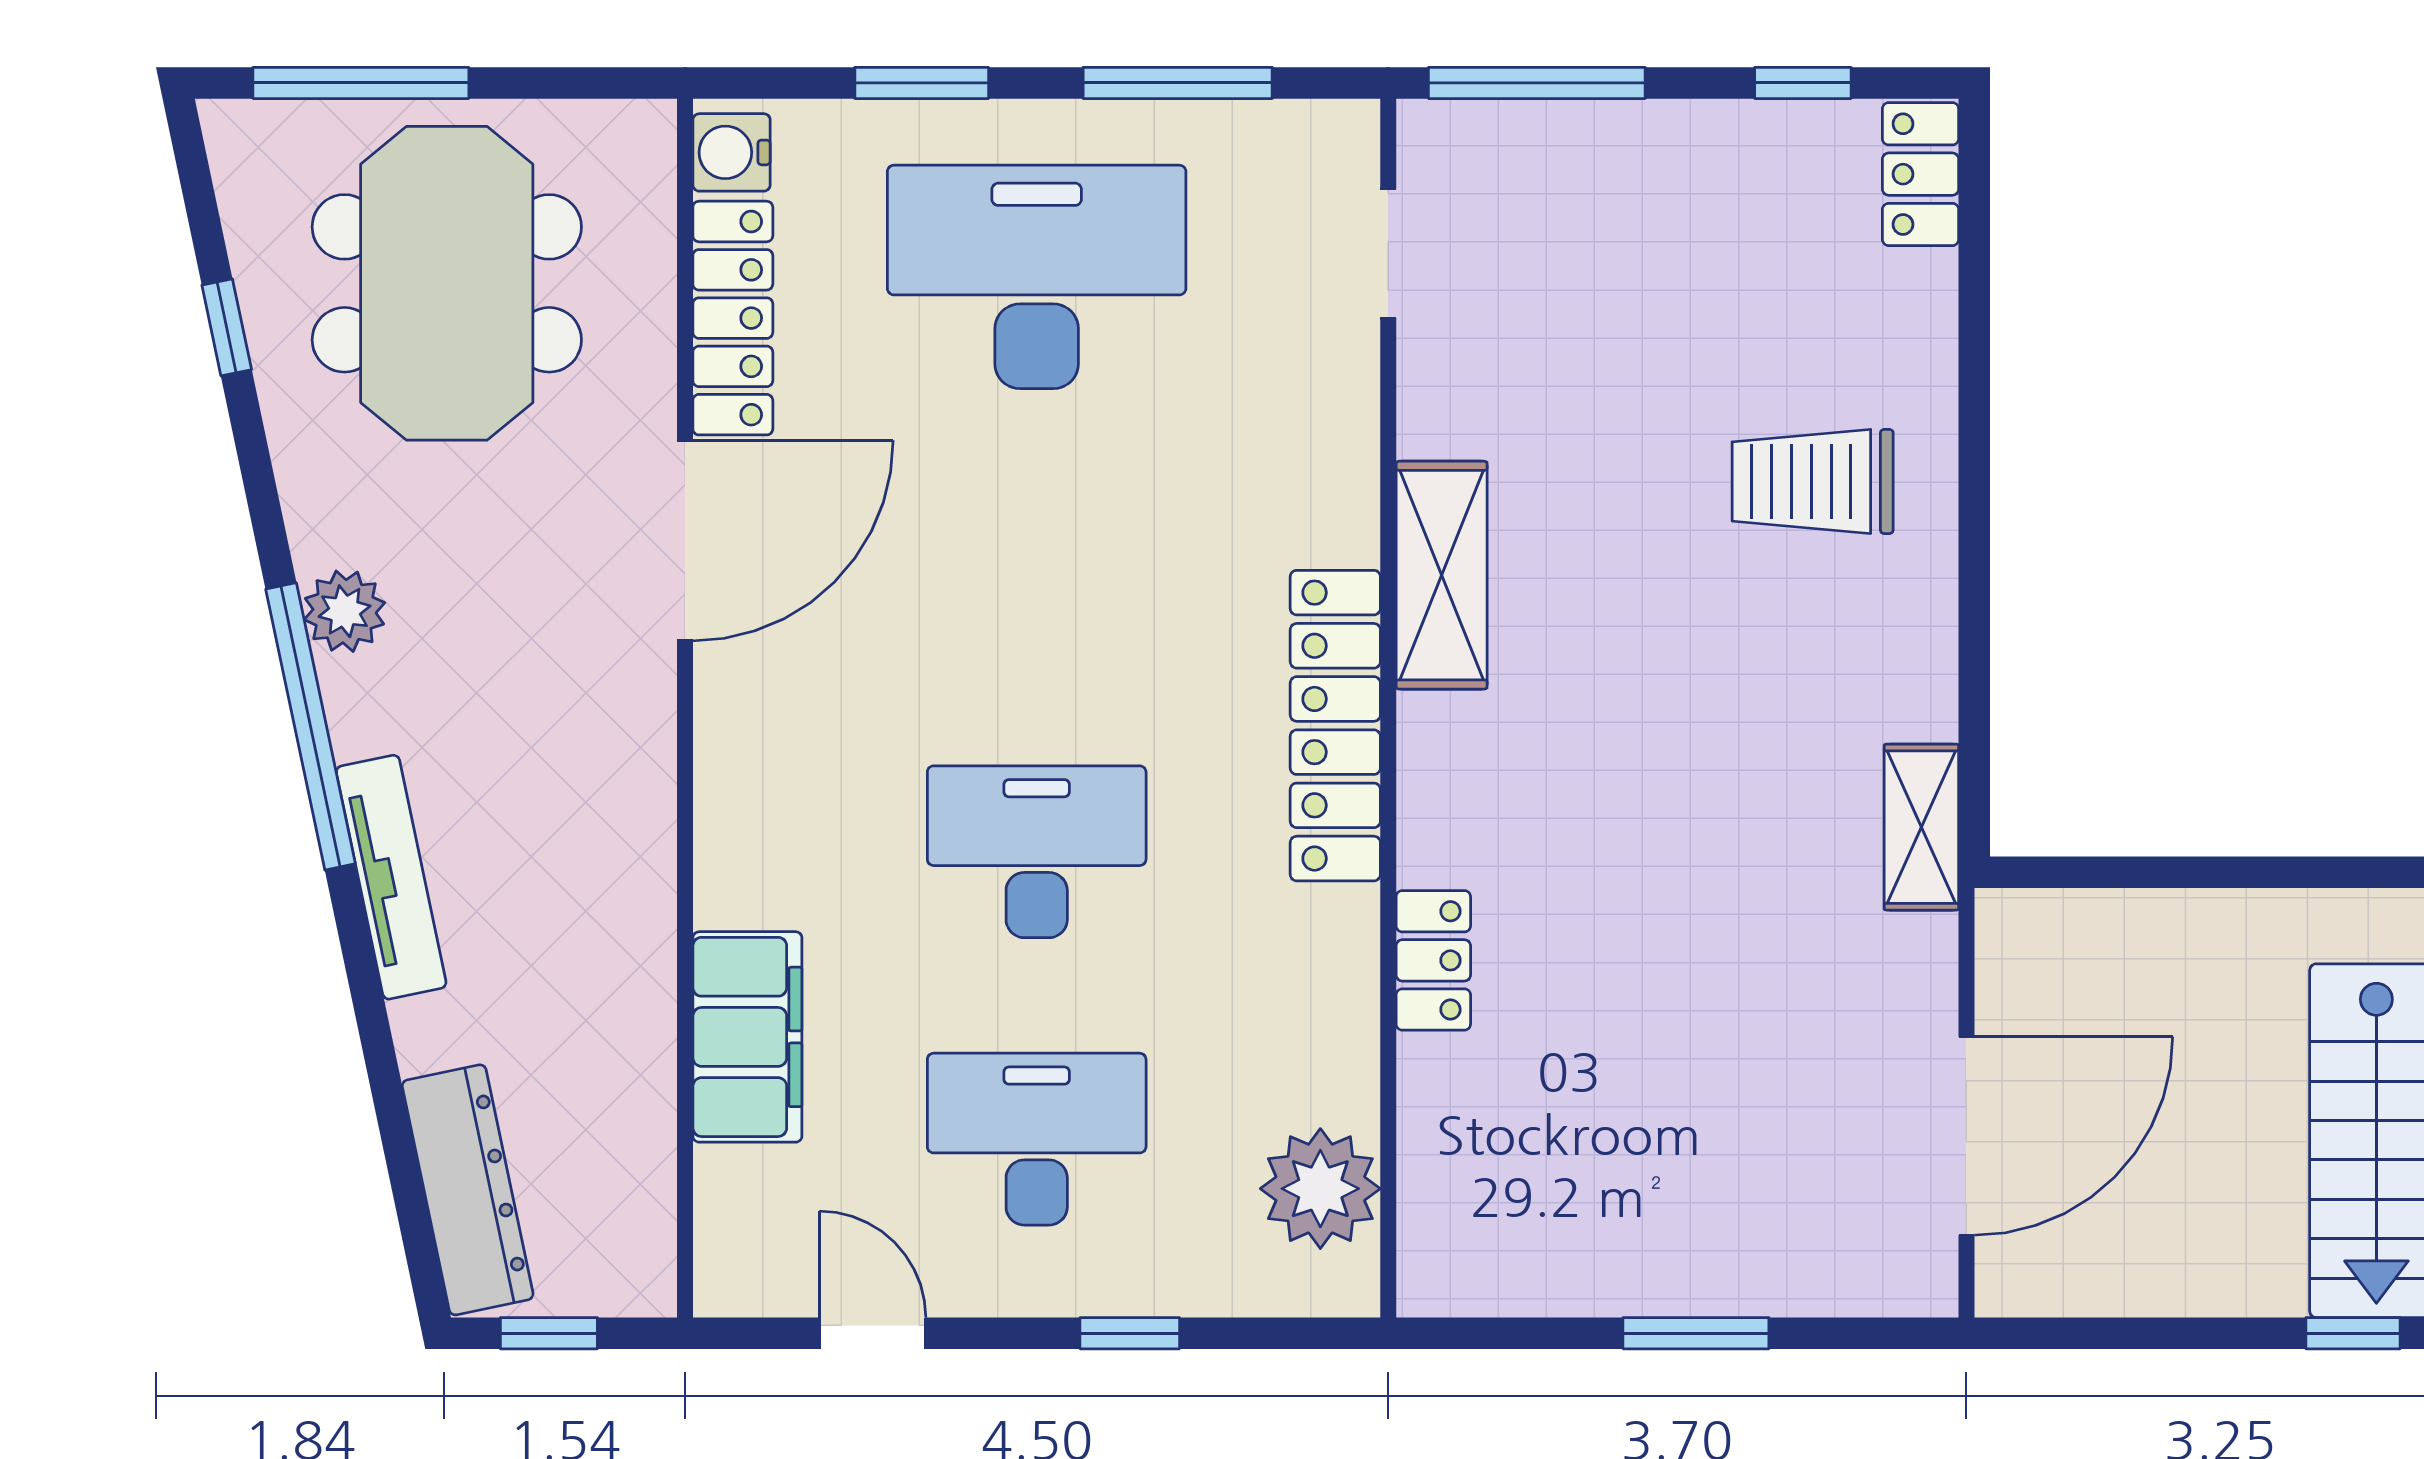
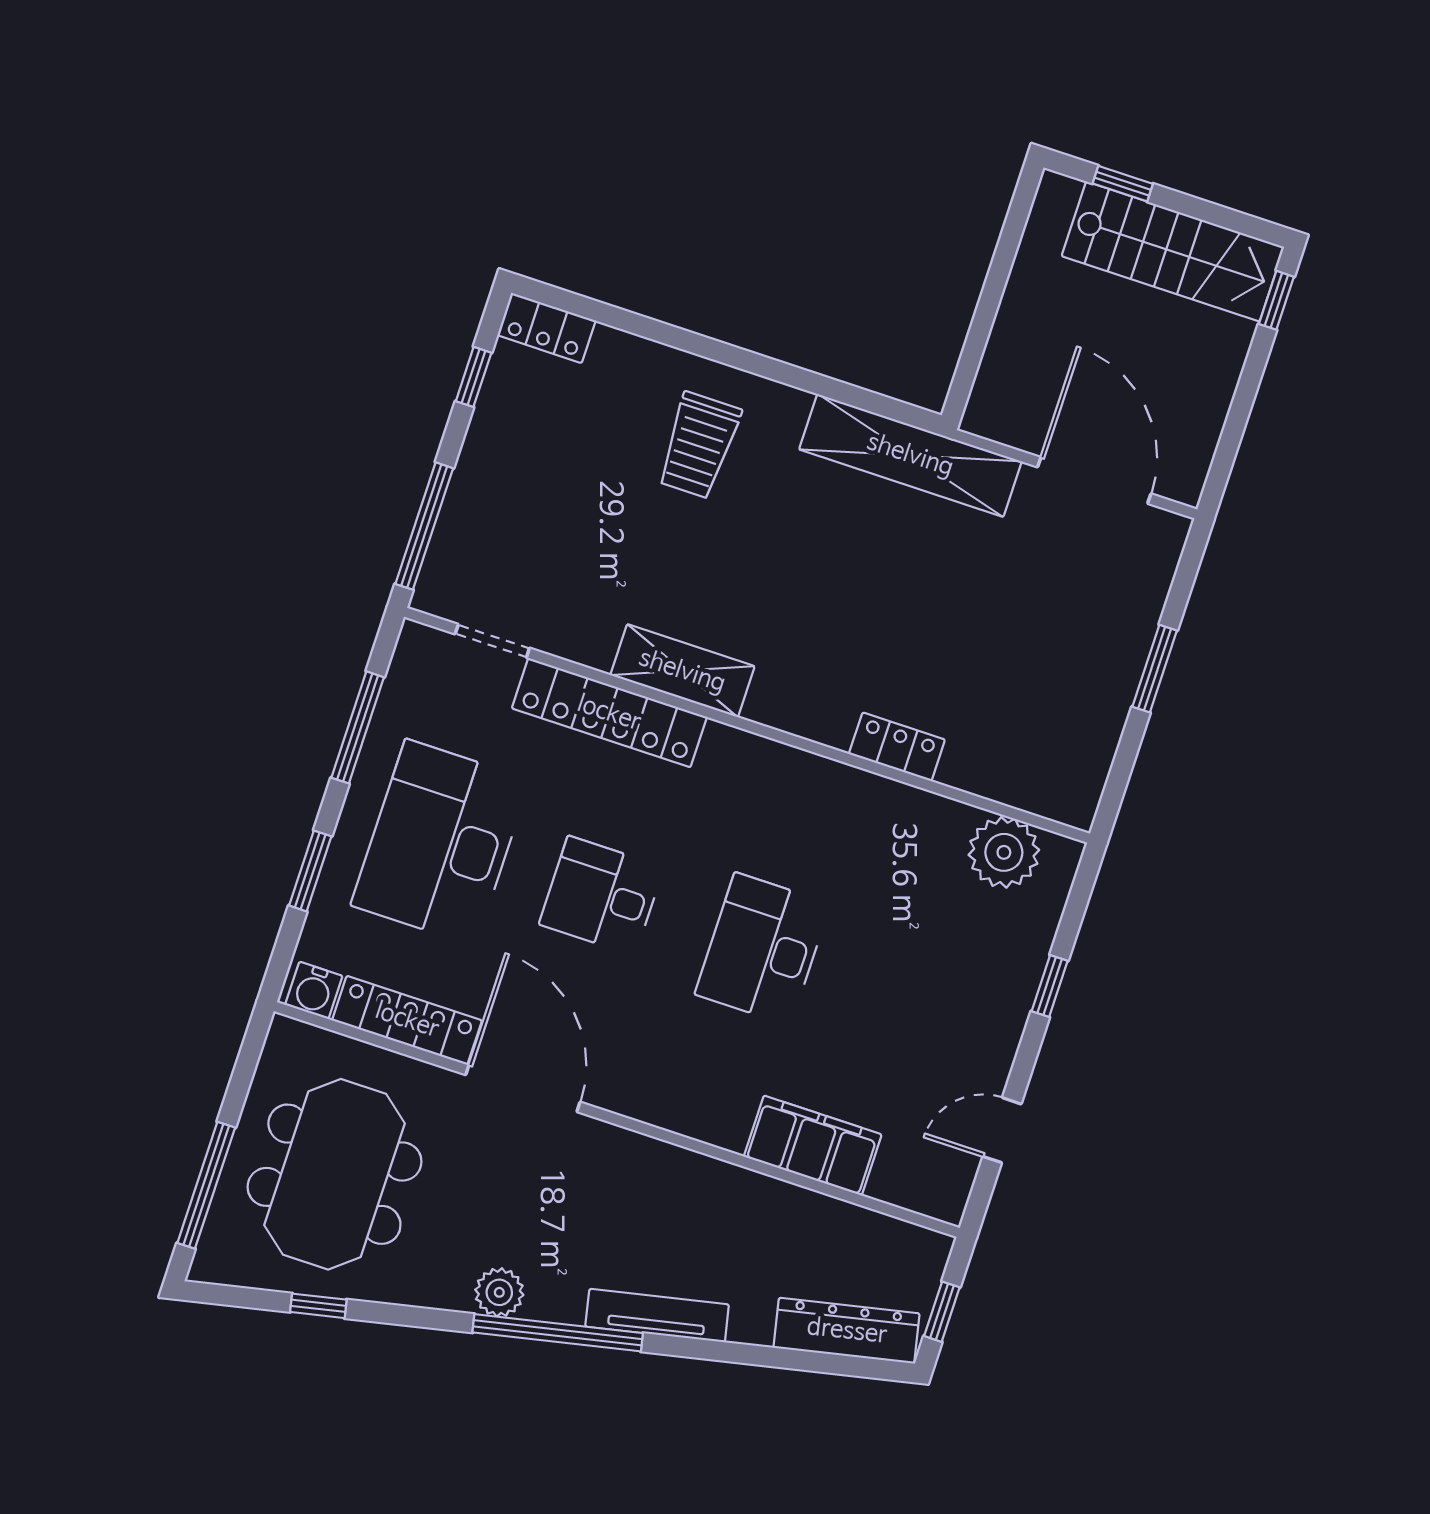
meeting table: (447, 283) -> (334, 1174), turned 90
locker: (1335, 726) -> (609, 713), moved
shelving: (1921, 827) -> (910, 455), width x2.20, depth x1.33
desk: (1037, 1139) -> (601, 896), moved, width x0.73

